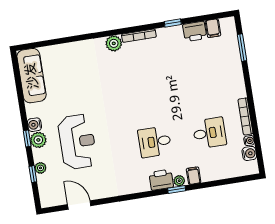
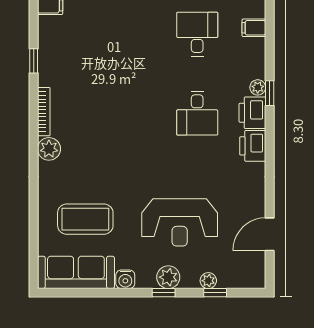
printer: (195, 31) -> (253, 146), moved, turned 180
coffee table: (69, 76) -> (85, 219), added
water cooler: (34, 125) -> (125, 279), moved
reception desk: (77, 142) -> (180, 222), turned 180
filing cabinet: (194, 176) -> (254, 28), moved

